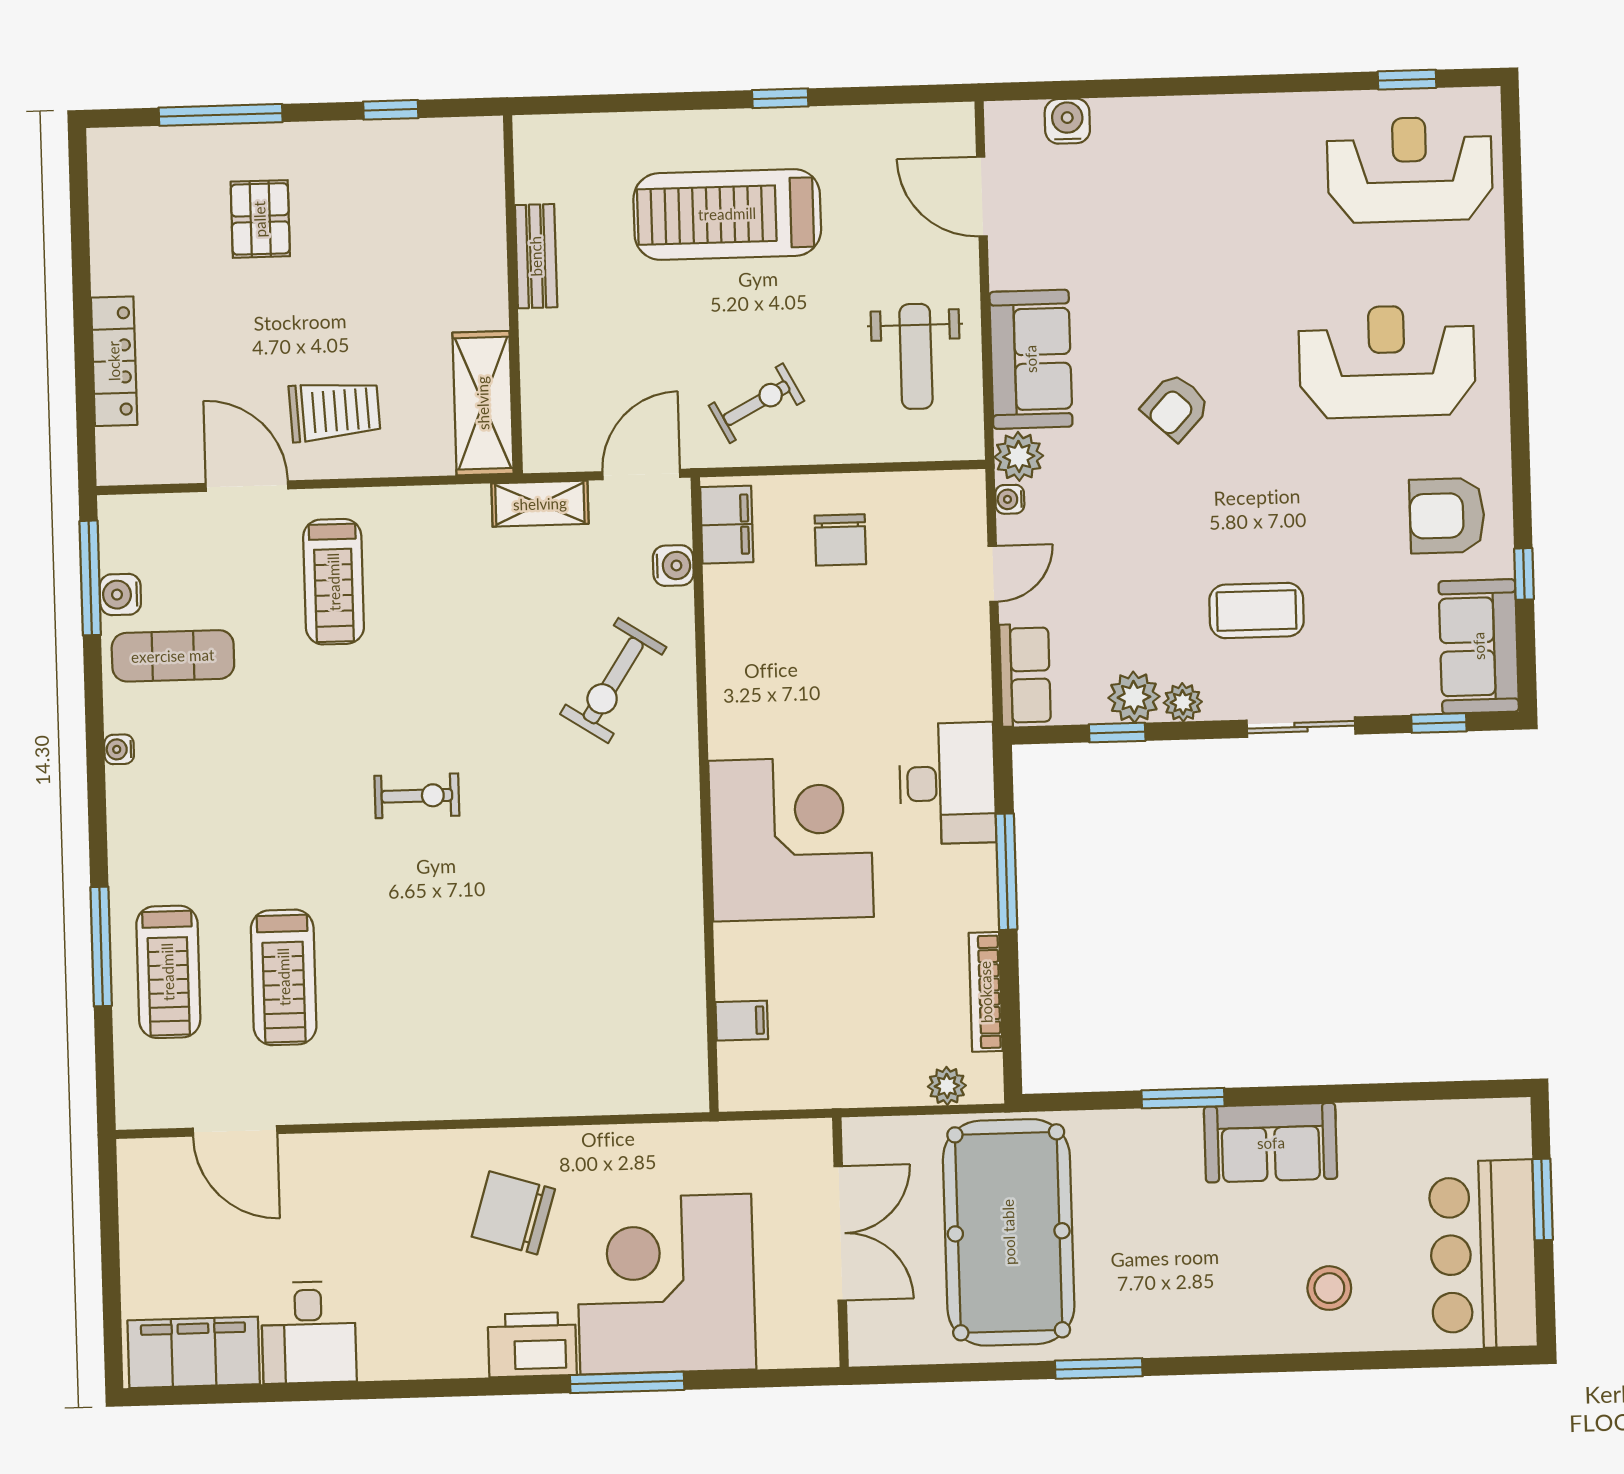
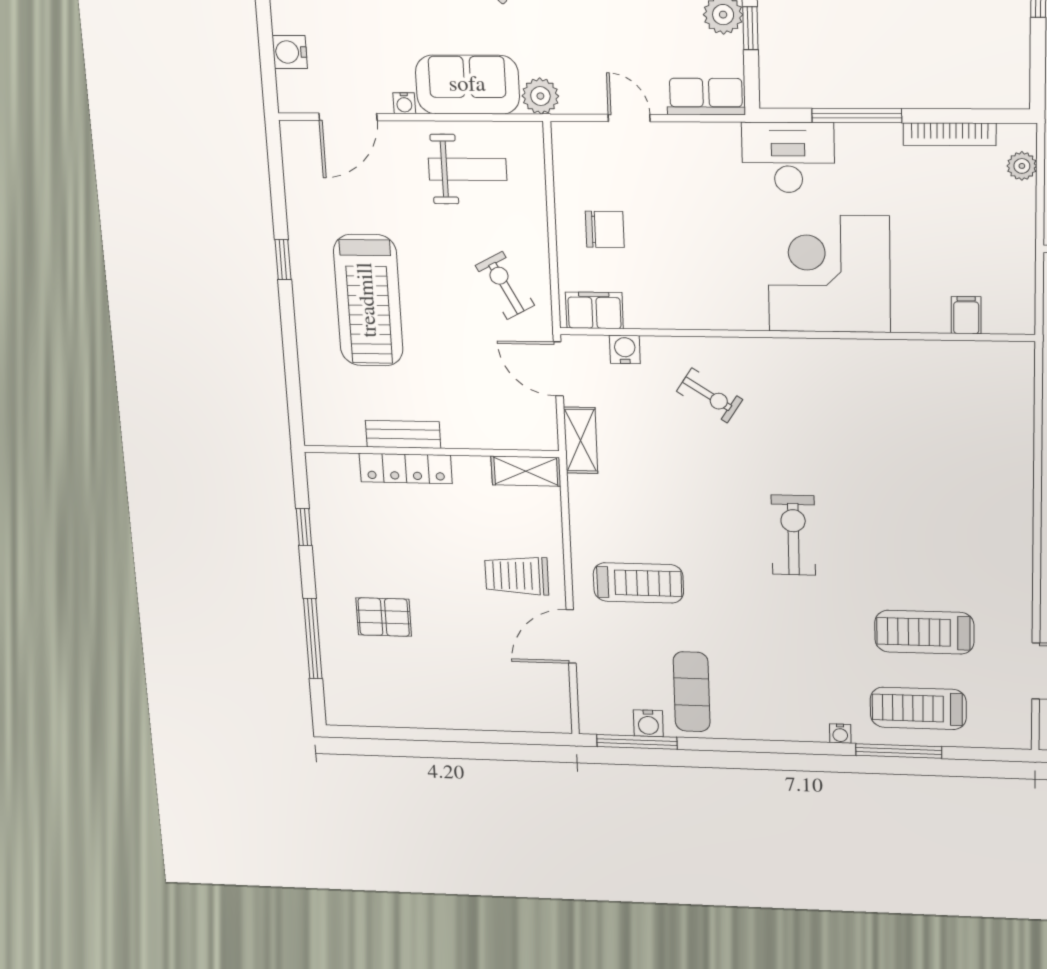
locker: (114, 361) -> (406, 468), moved, turned 180
shelving: (483, 403) -> (526, 471), width x0.67, depth x0.75
trolley: (335, 411) -> (517, 576), turned -87
water cooler: (1010, 499) -> (404, 103), moved
exercise bike: (613, 681) -> (710, 395), width x0.73, depth x0.72
water cooler: (119, 749) -> (840, 734), moved
exercise bike: (417, 796) -> (793, 535), width x1.38, depth x1.39
treadmill: (168, 972) -> (918, 708), turned 180
treadmill: (284, 977) -> (924, 632), turned 180

